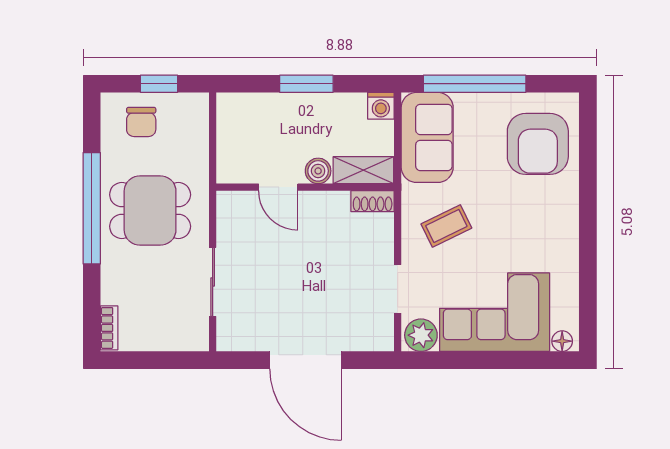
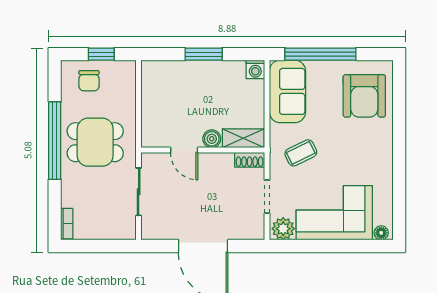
shelving: (363, 170) -> (243, 138), moved
boiler: (318, 171) -> (212, 139), moved
door: (278, 187) -> (184, 150), moved
wall: (305, 187) -> (203, 150), moved
shoe rack: (373, 201) -> (250, 160), moved

